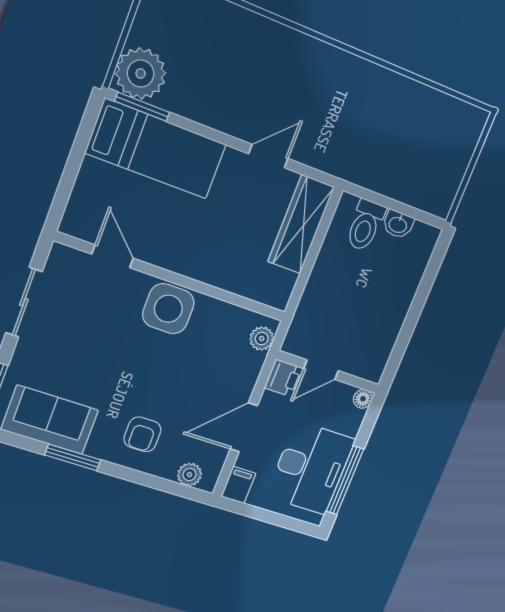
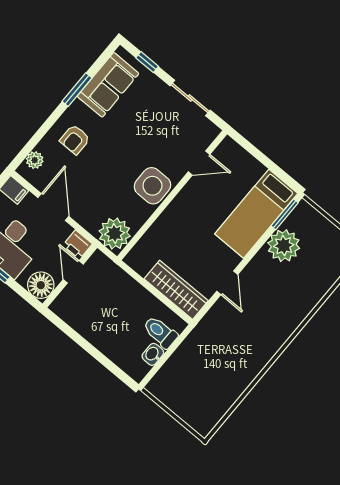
plant: (141, 73) -> (284, 246), moved
plant: (262, 339) -> (115, 233), width x1.88, depth x1.88
floor lamp: (363, 399) -> (41, 285), width x1.89, depth x1.89
armchair: (142, 434) -> (75, 140), turned -90

